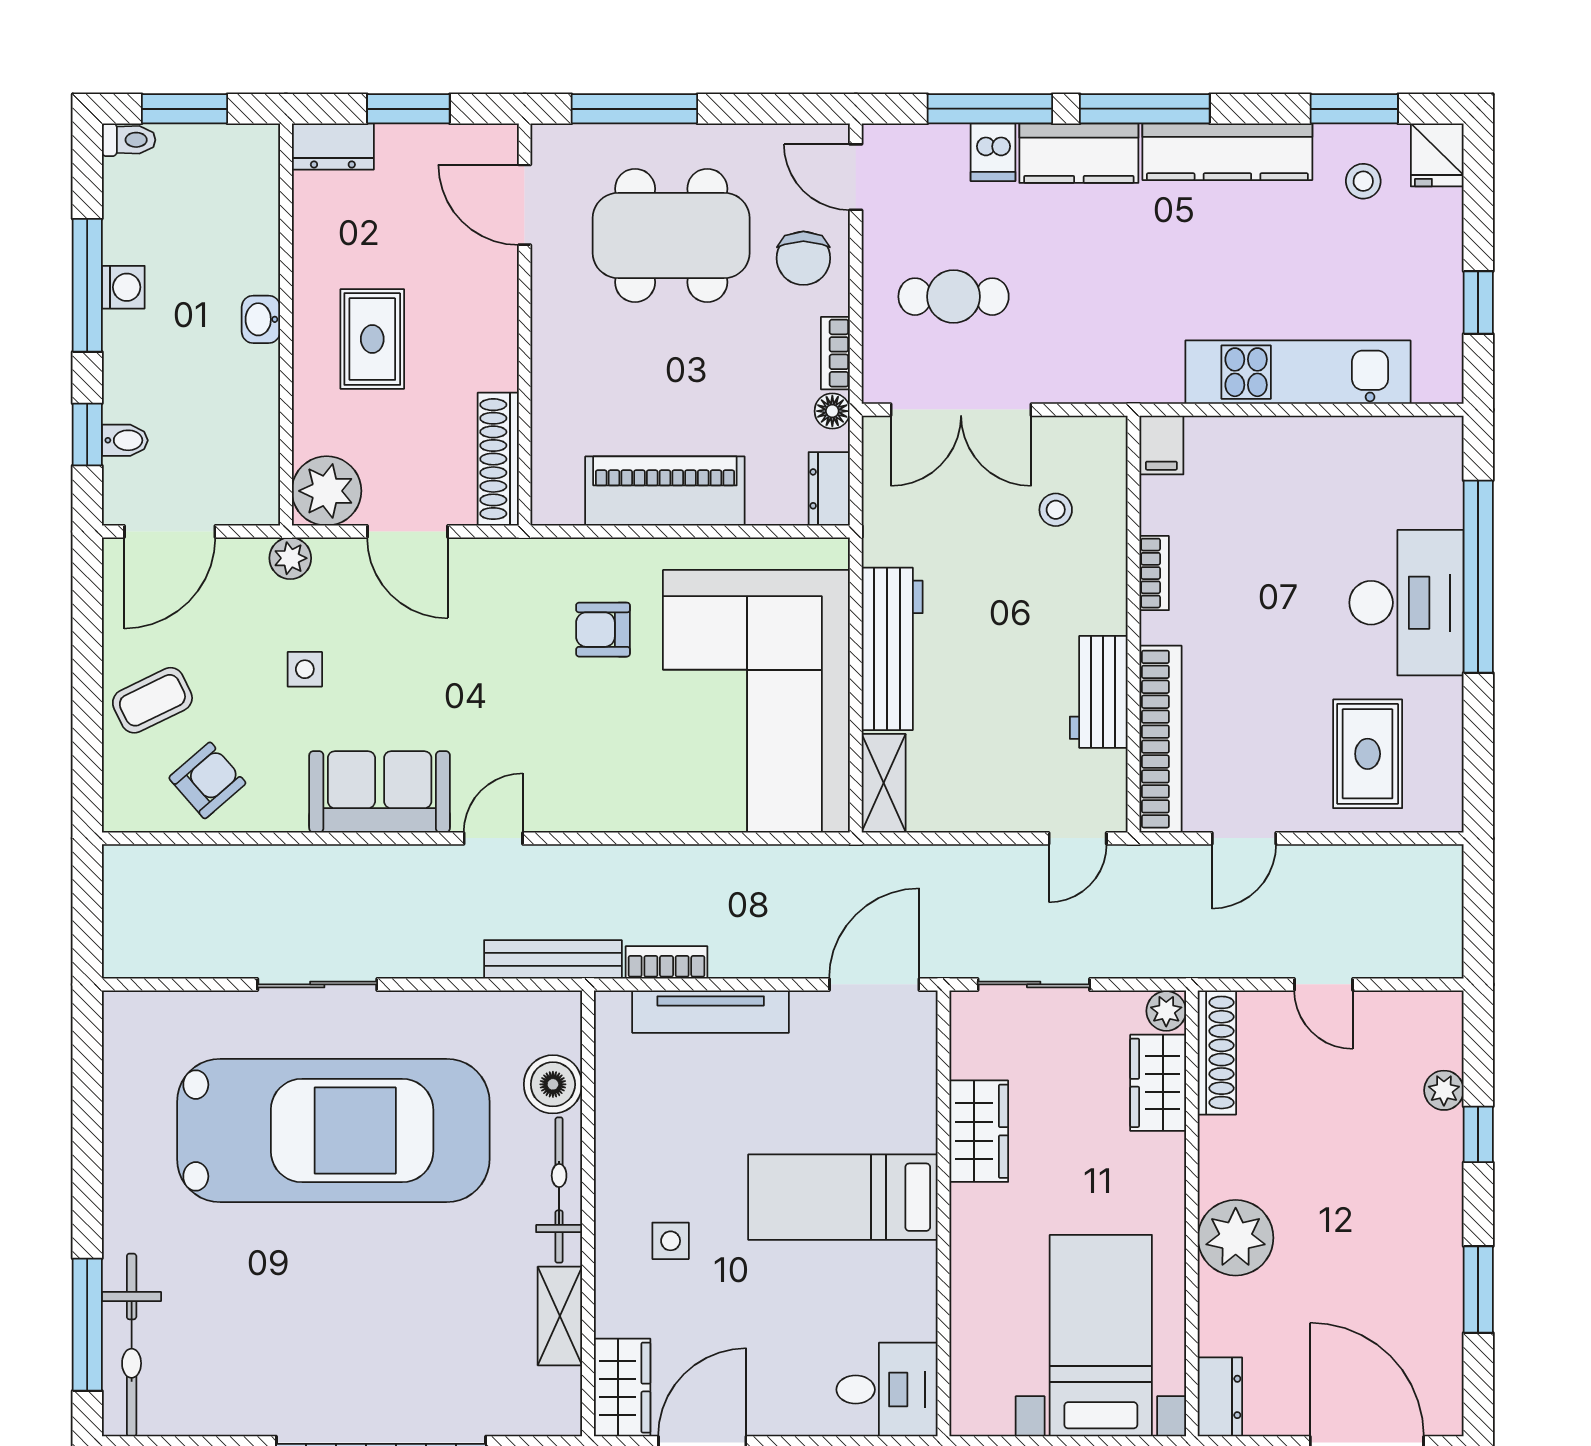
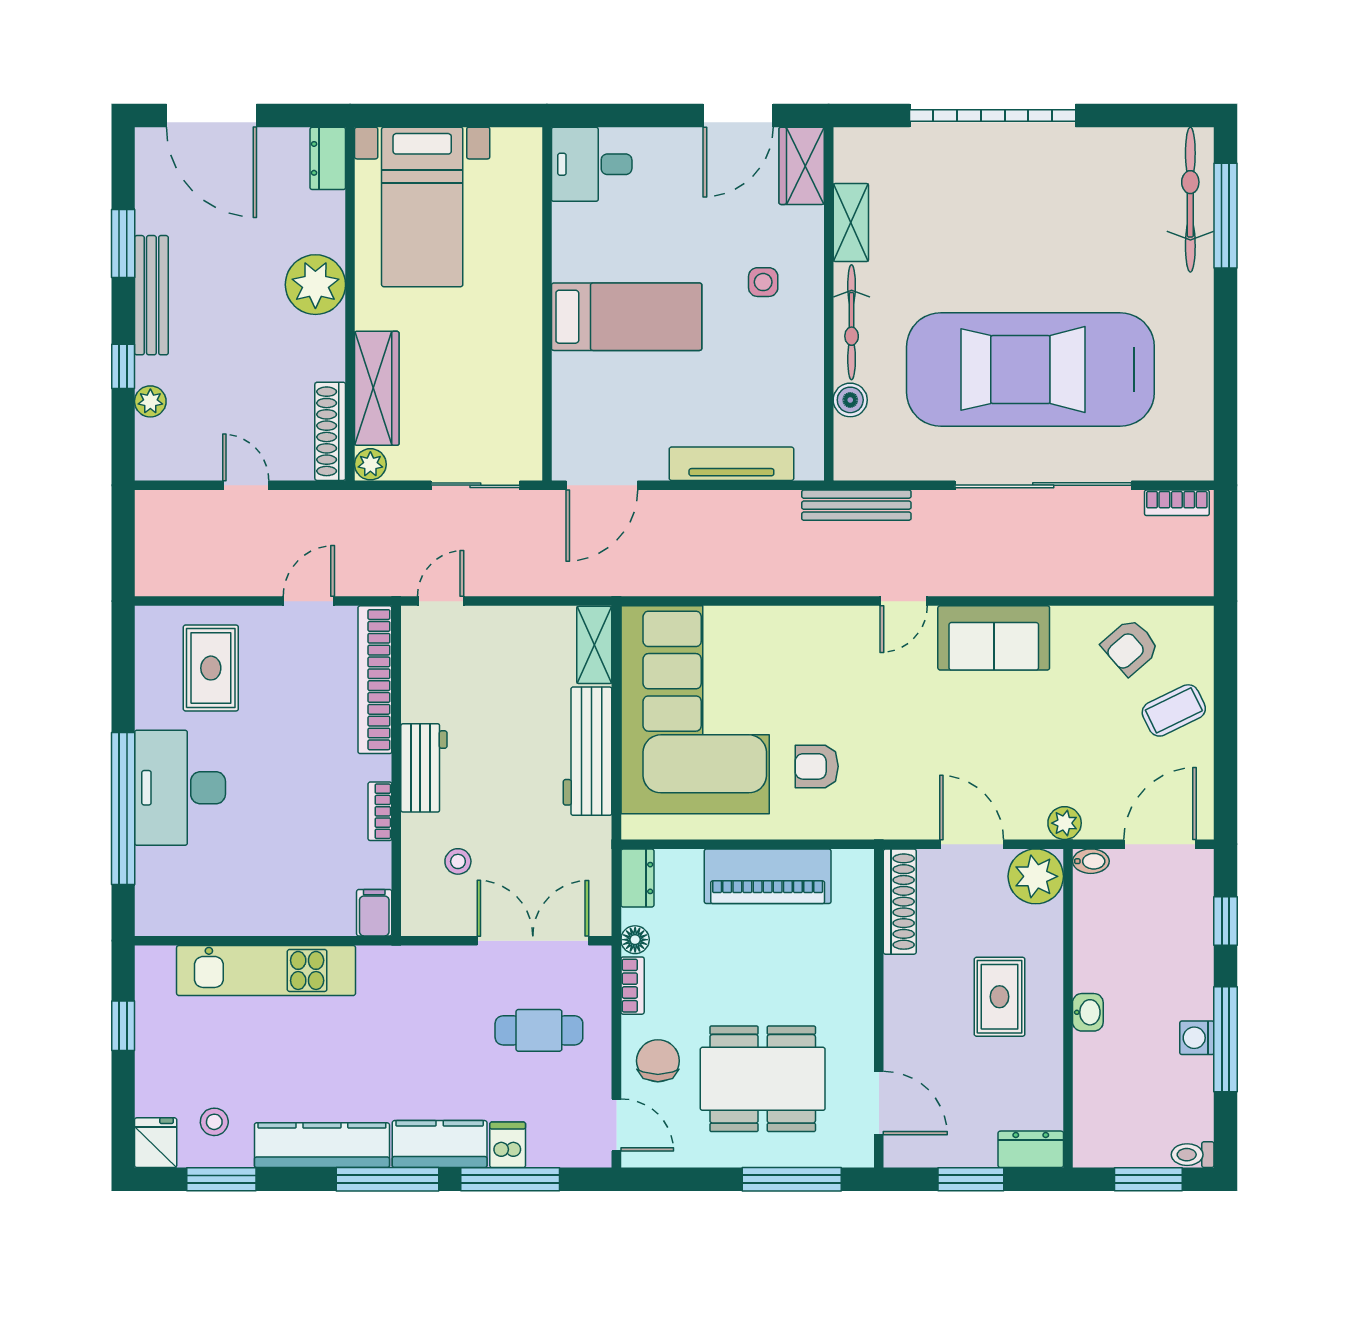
bidet: (125, 440) -> (1091, 861), moved, turned 180
armchair: (603, 630) -> (817, 766), turned 180
side table: (305, 669) -> (1053, 735), removed
workbench: (1099, 692) -> (424, 768), moved
bookcase: (666, 962) -> (1177, 503), moved
sliding door: (317, 984) -> (1043, 485), width x1.86
wardrobe: (1158, 1083) -> (377, 388), width x1.50
boiler: (553, 1084) -> (850, 400), width x0.73, depth x0.73
wardrobe: (979, 1131) -> (519, 369), removed
bench: (1443, 1224) -> (151, 295), added

